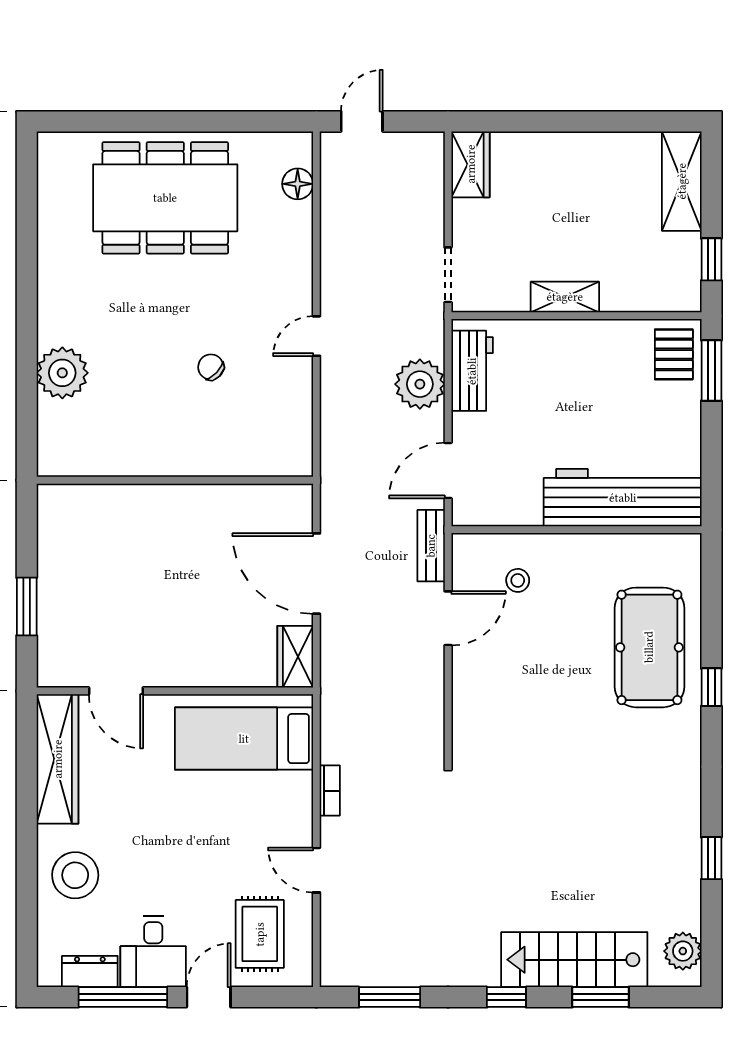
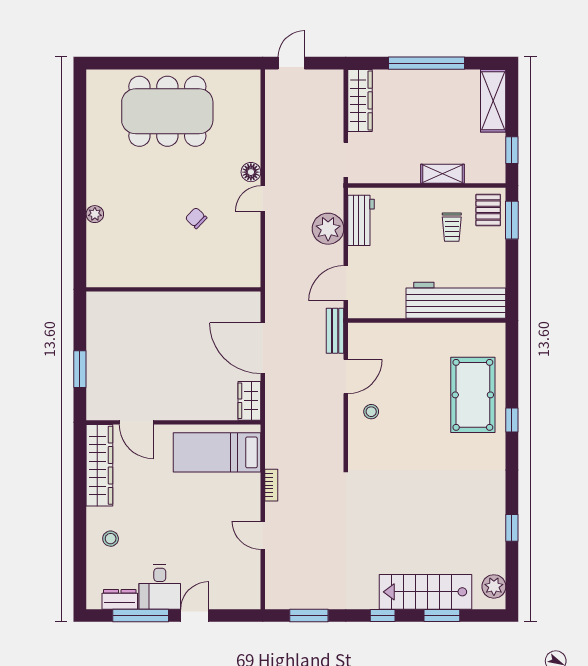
window: (576, 121) -> (427, 63), added
wardrobe: (471, 164) -> (360, 100), width x1.50
floor lamp: (298, 184) -> (251, 172), moved
shelving: (565, 297) -> (442, 174), moved
plant: (62, 373) -> (95, 214), width x0.53, depth x0.53
trolley: (616, 382) -> (452, 227), added
stool: (518, 580) -> (371, 412), moved
stool: (75, 875) -> (111, 539), width x0.53, depth x0.53
rug: (260, 934) -> (227, 576), removed

